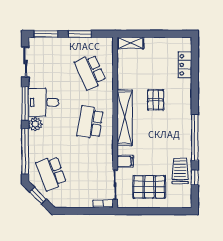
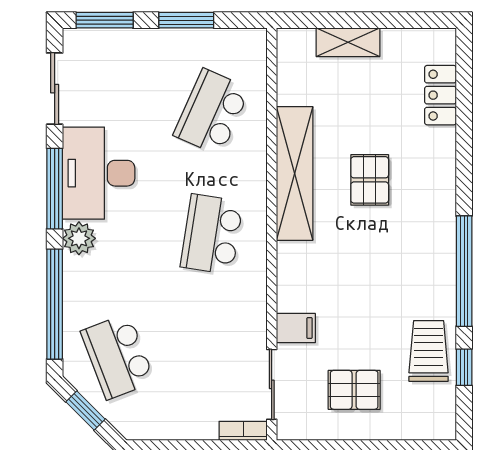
shelving: (130, 43) -> (348, 42), moved
school desk: (90, 72) -> (212, 112), turned 48
desk: (43, 102) -> (99, 173), width x1.37
shelving: (125, 118) -> (295, 173), moved
pallet: (149, 187) -> (354, 390), width x0.67, depth x0.71

